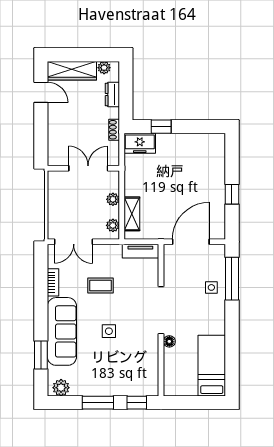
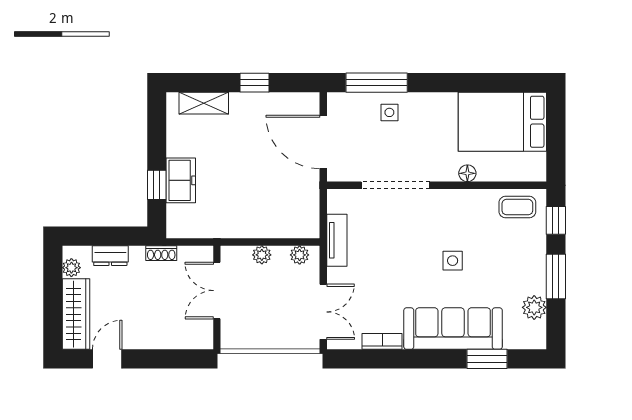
freezer: (140, 143) -> (181, 180), moved
shelving: (132, 214) -> (204, 103), moved
tv unit: (140, 251) -> (337, 240), moved
coffee table: (101, 285) -> (517, 207), moved, turned 90
doorway: (161, 310) -> (396, 185), moved
bed: (212, 366) -> (502, 122), width x1.50
plant: (61, 388) -> (534, 307), moved

